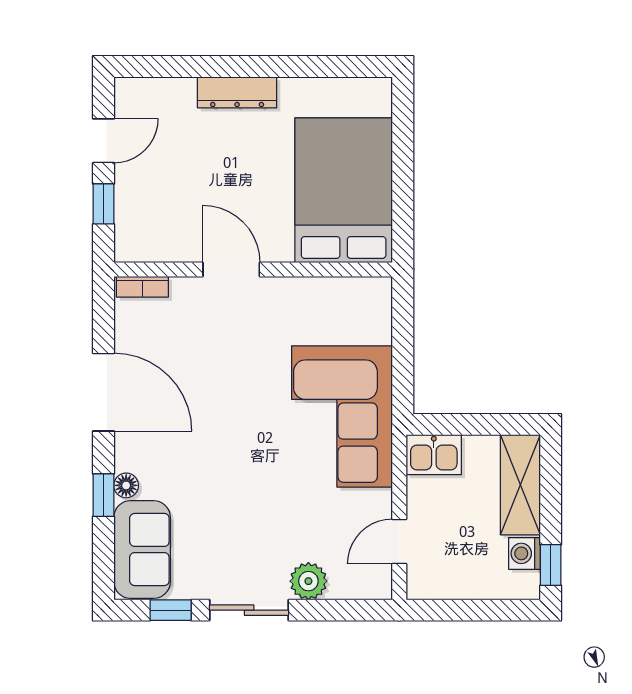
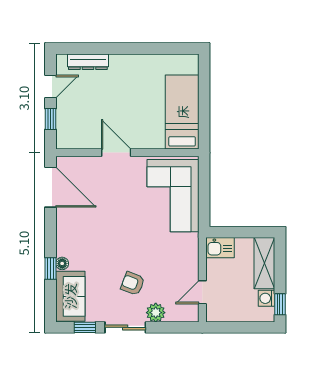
dresser: (237, 92) -> (88, 62), moved
bed: (344, 190) -> (182, 112), width x0.67
bookcase: (142, 287) -> (70, 162), removed
door: (103, 392) -> (50, 187), moved
corner sofa: (342, 416) -> (173, 196), moved
armchair: (264, 524) -> (133, 283), added

